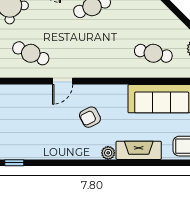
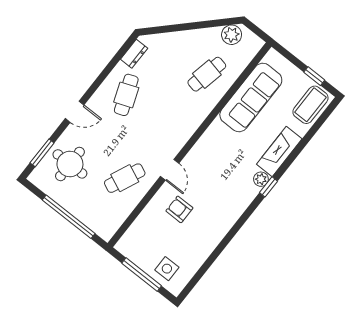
armchair: (90, 117) -> (179, 209), moved, turned 117
window: (14, 163) -> (269, 187), moved

